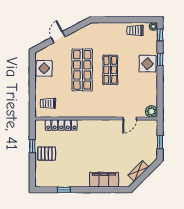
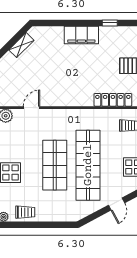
shop shelf: (82, 70) -> (88, 165), width x1.40
shop shelf: (110, 70) -> (55, 165), width x1.43, depth x1.36
filing cabinet: (104, 180) -> (81, 35), moved

